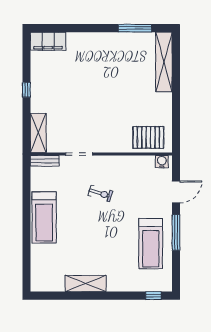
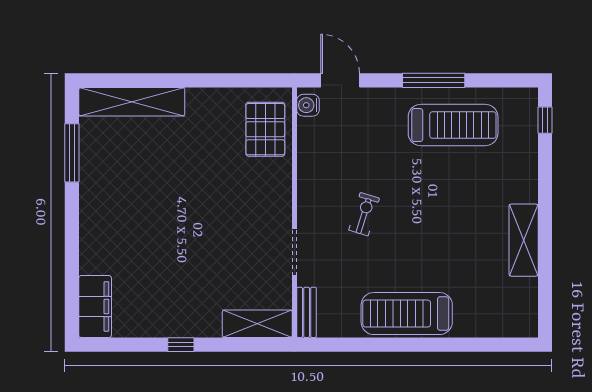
door: (176, 192) -> (340, 80), moved
treadmill: (44, 217) -> (407, 314), turned 180

